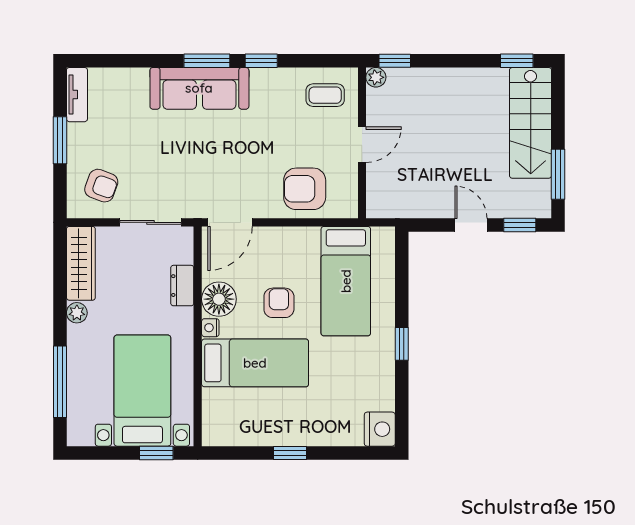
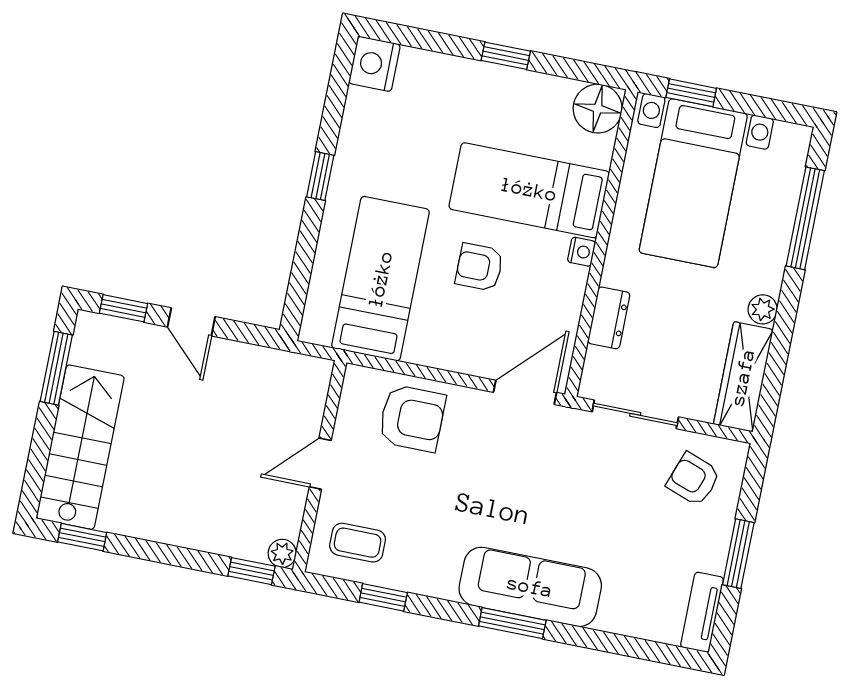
window: (261, 61) -> (383, 597), moved
floor lamp: (219, 299) -> (598, 109), moved
armchair: (279, 303) -> (479, 267), turned 90

